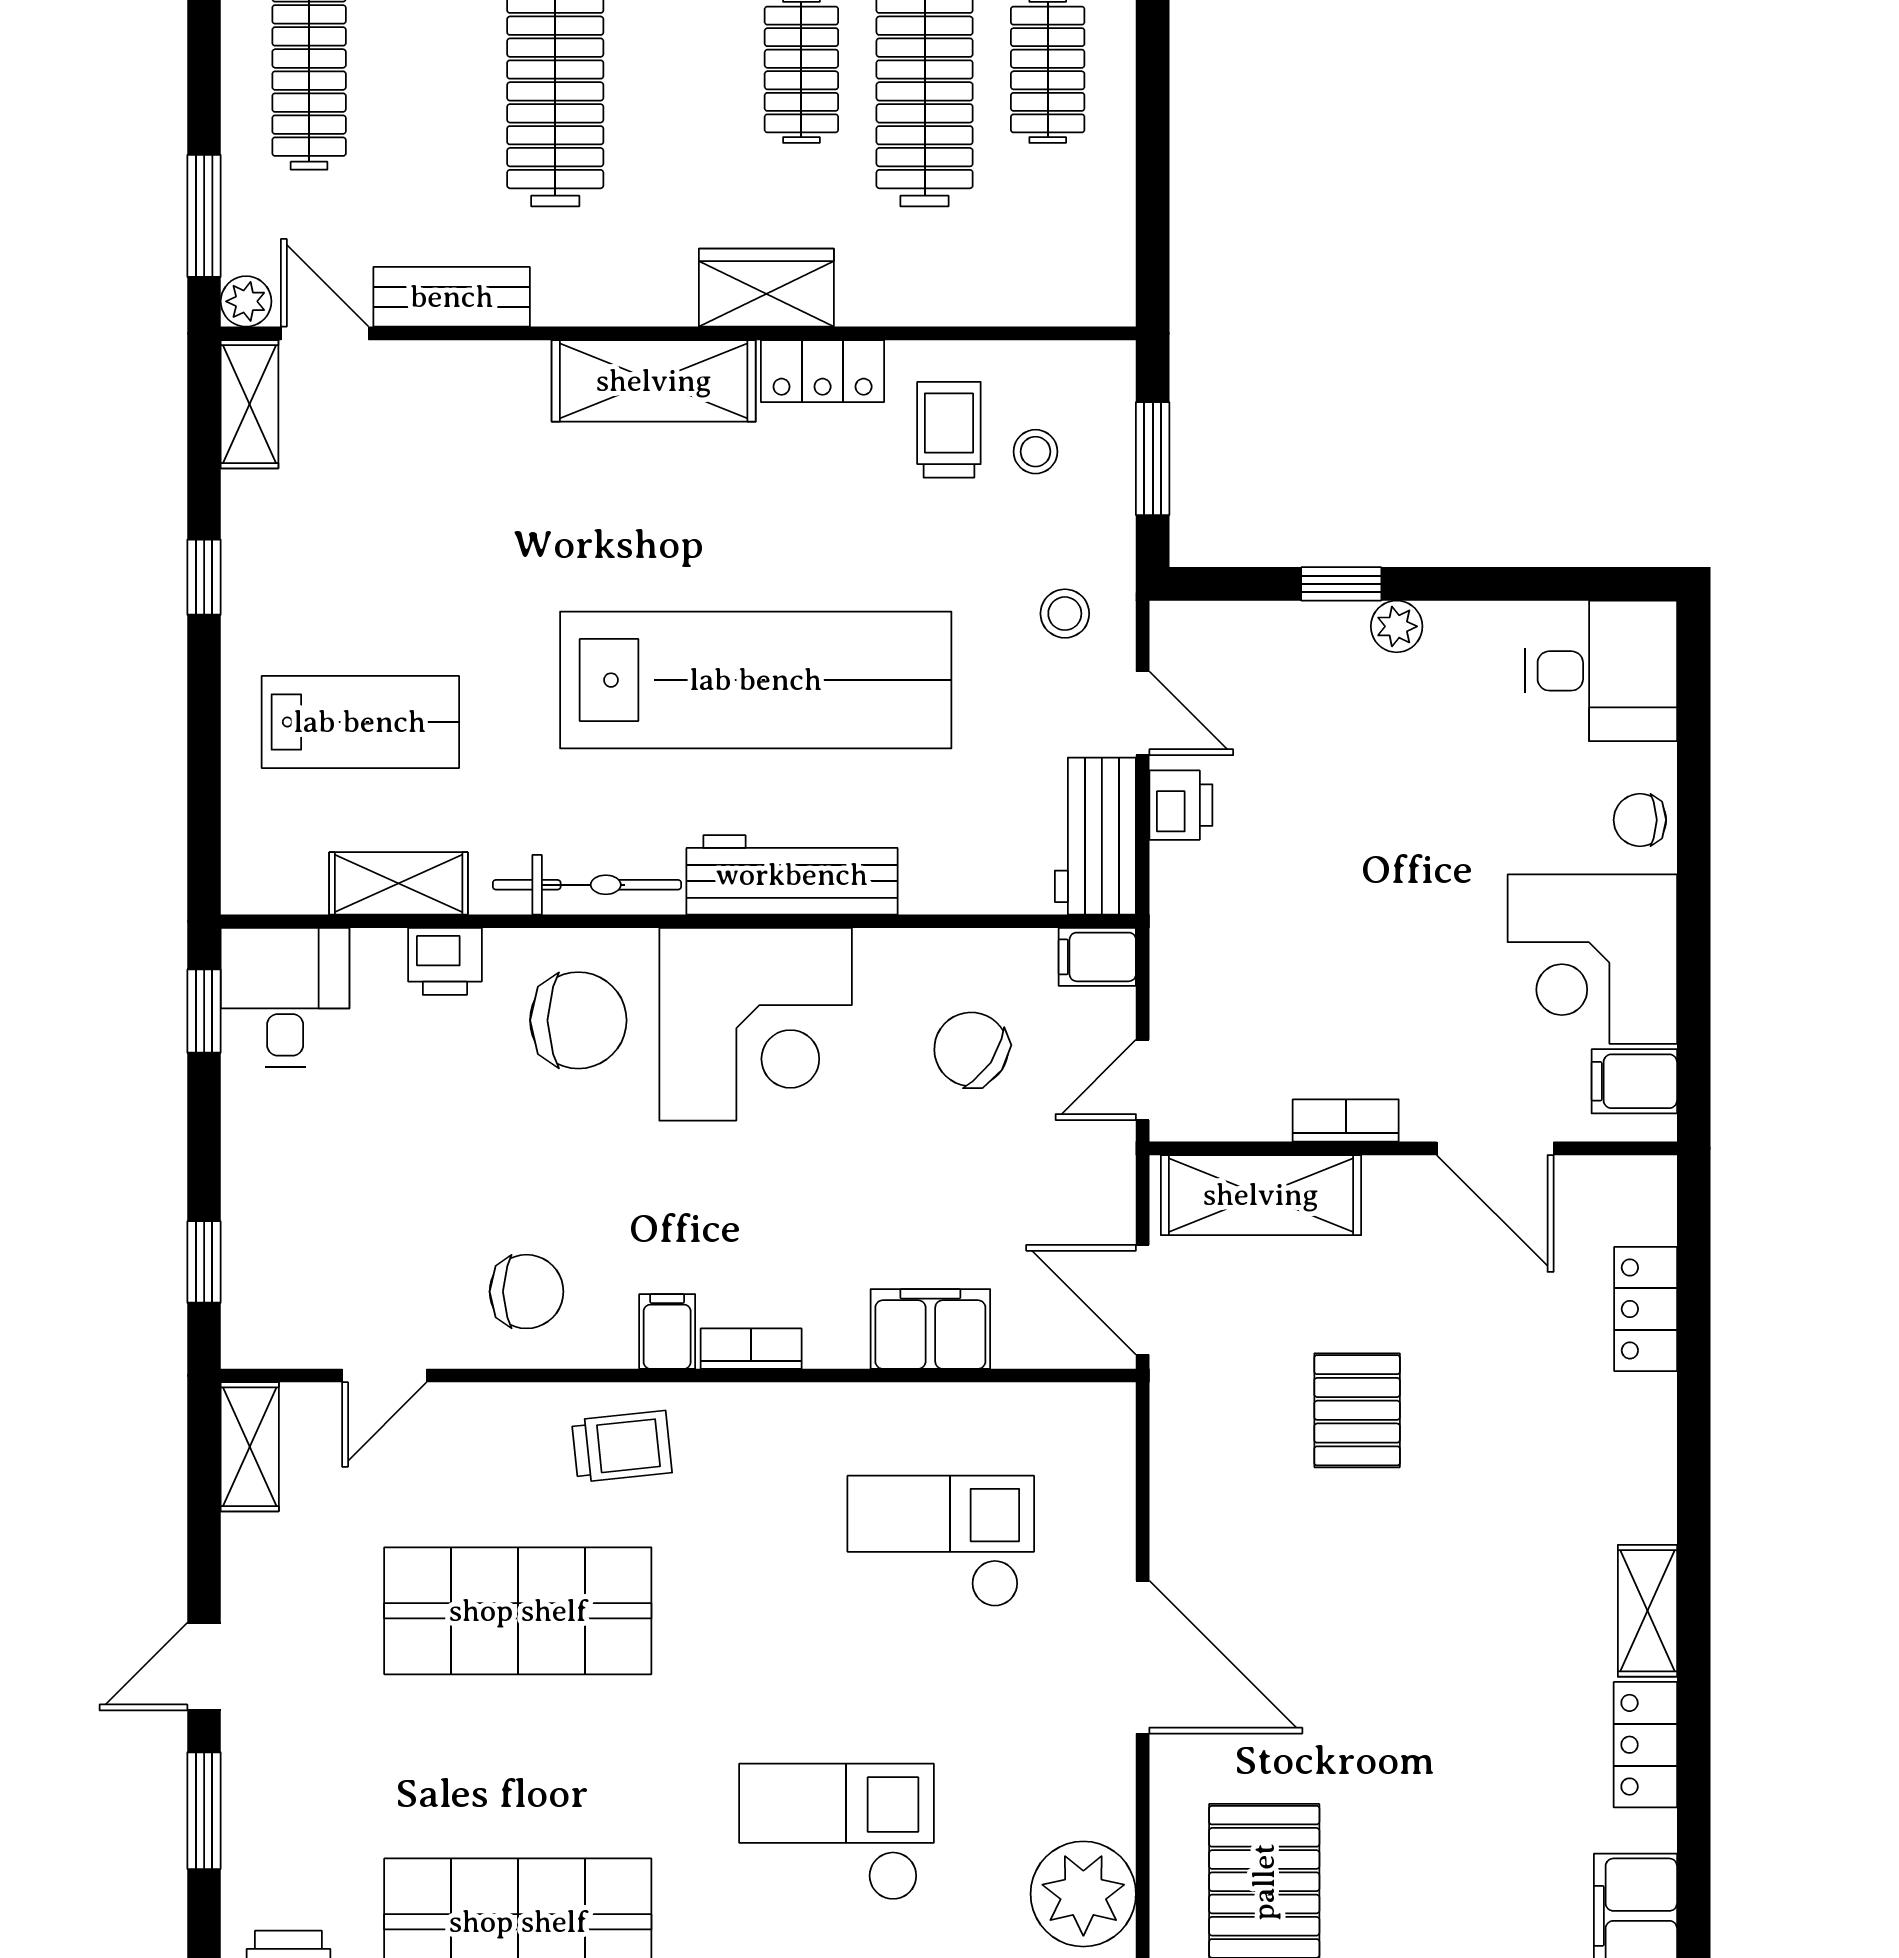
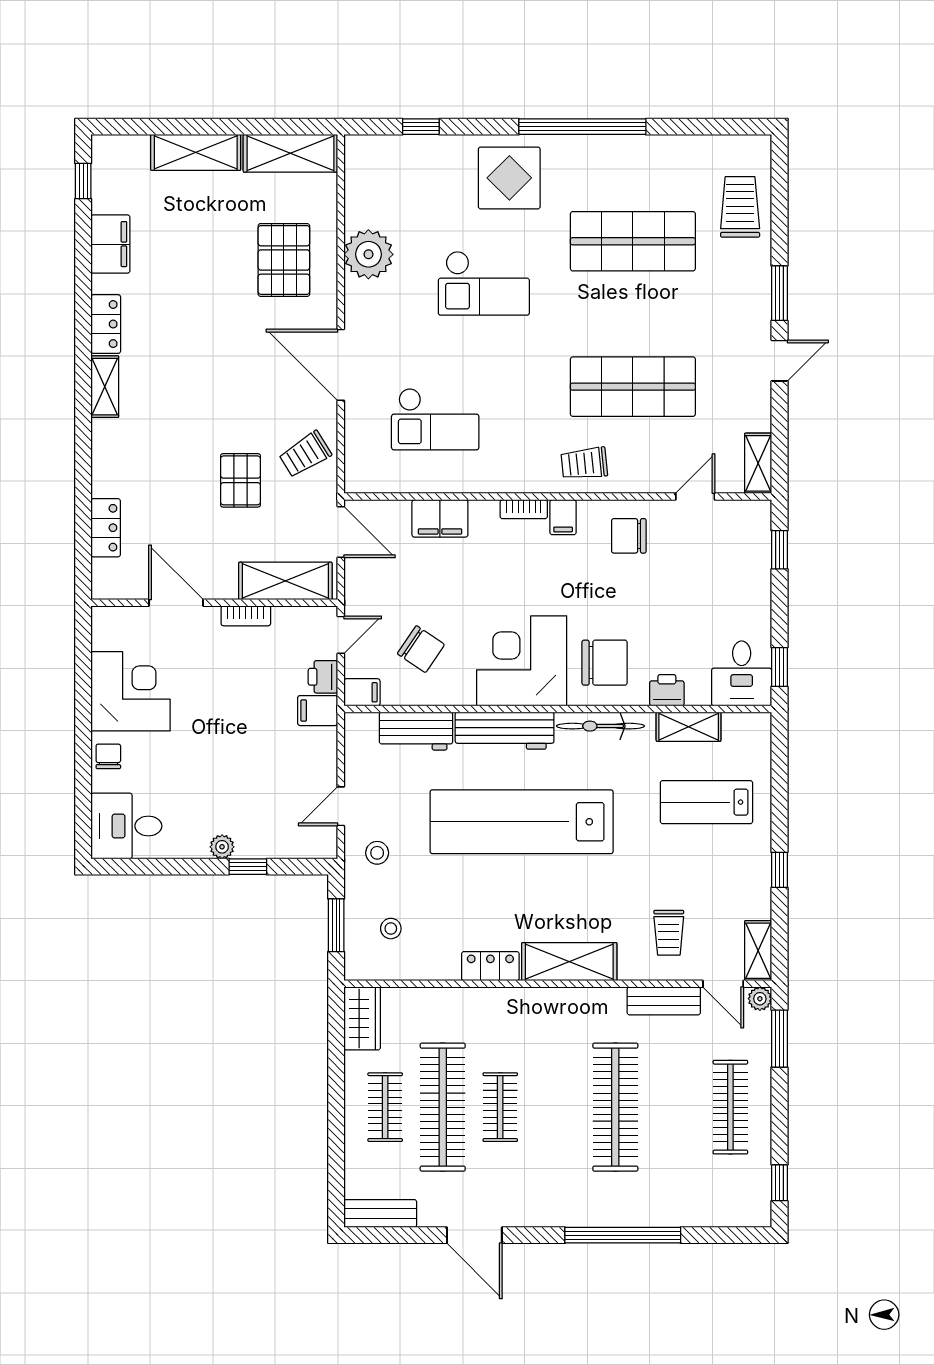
wardrobe: (766, 288) -> (362, 1018), moved, turned -90
trolley: (949, 430) -> (669, 933), moved
door: (1143, 713) -> (341, 806), hinge flipped
printer: (1181, 805) -> (323, 677), moved
chair: (1640, 820) -> (108, 756), turned -90
workbench: (1095, 836) -> (416, 731), moved, turned 90
chair: (578, 1020) -> (605, 663), turned 180
filing cabinet: (1634, 1081) -> (318, 711), moved, turned 180
trolley: (1219, 1466) -> (305, 454), added

